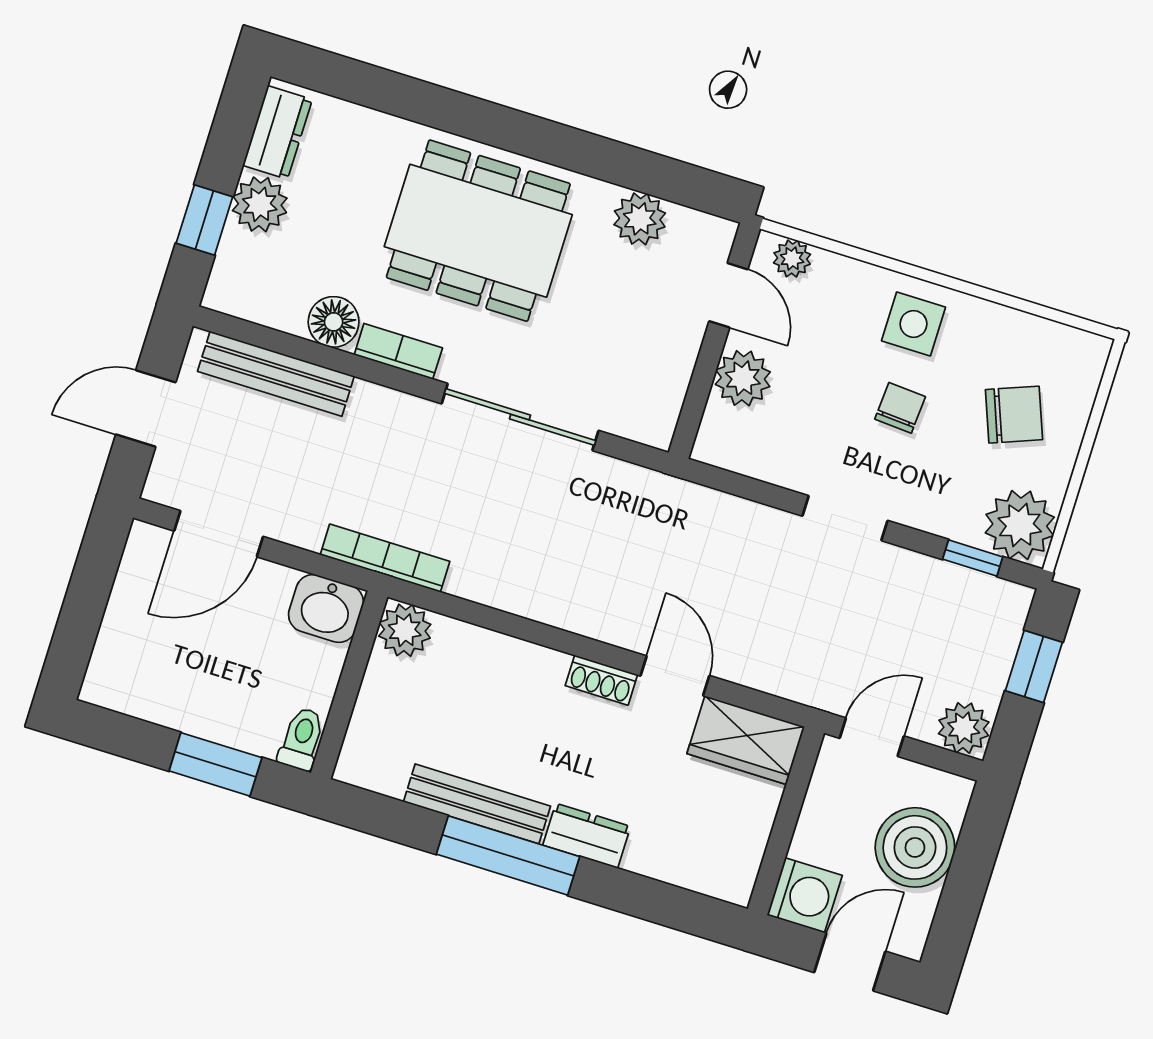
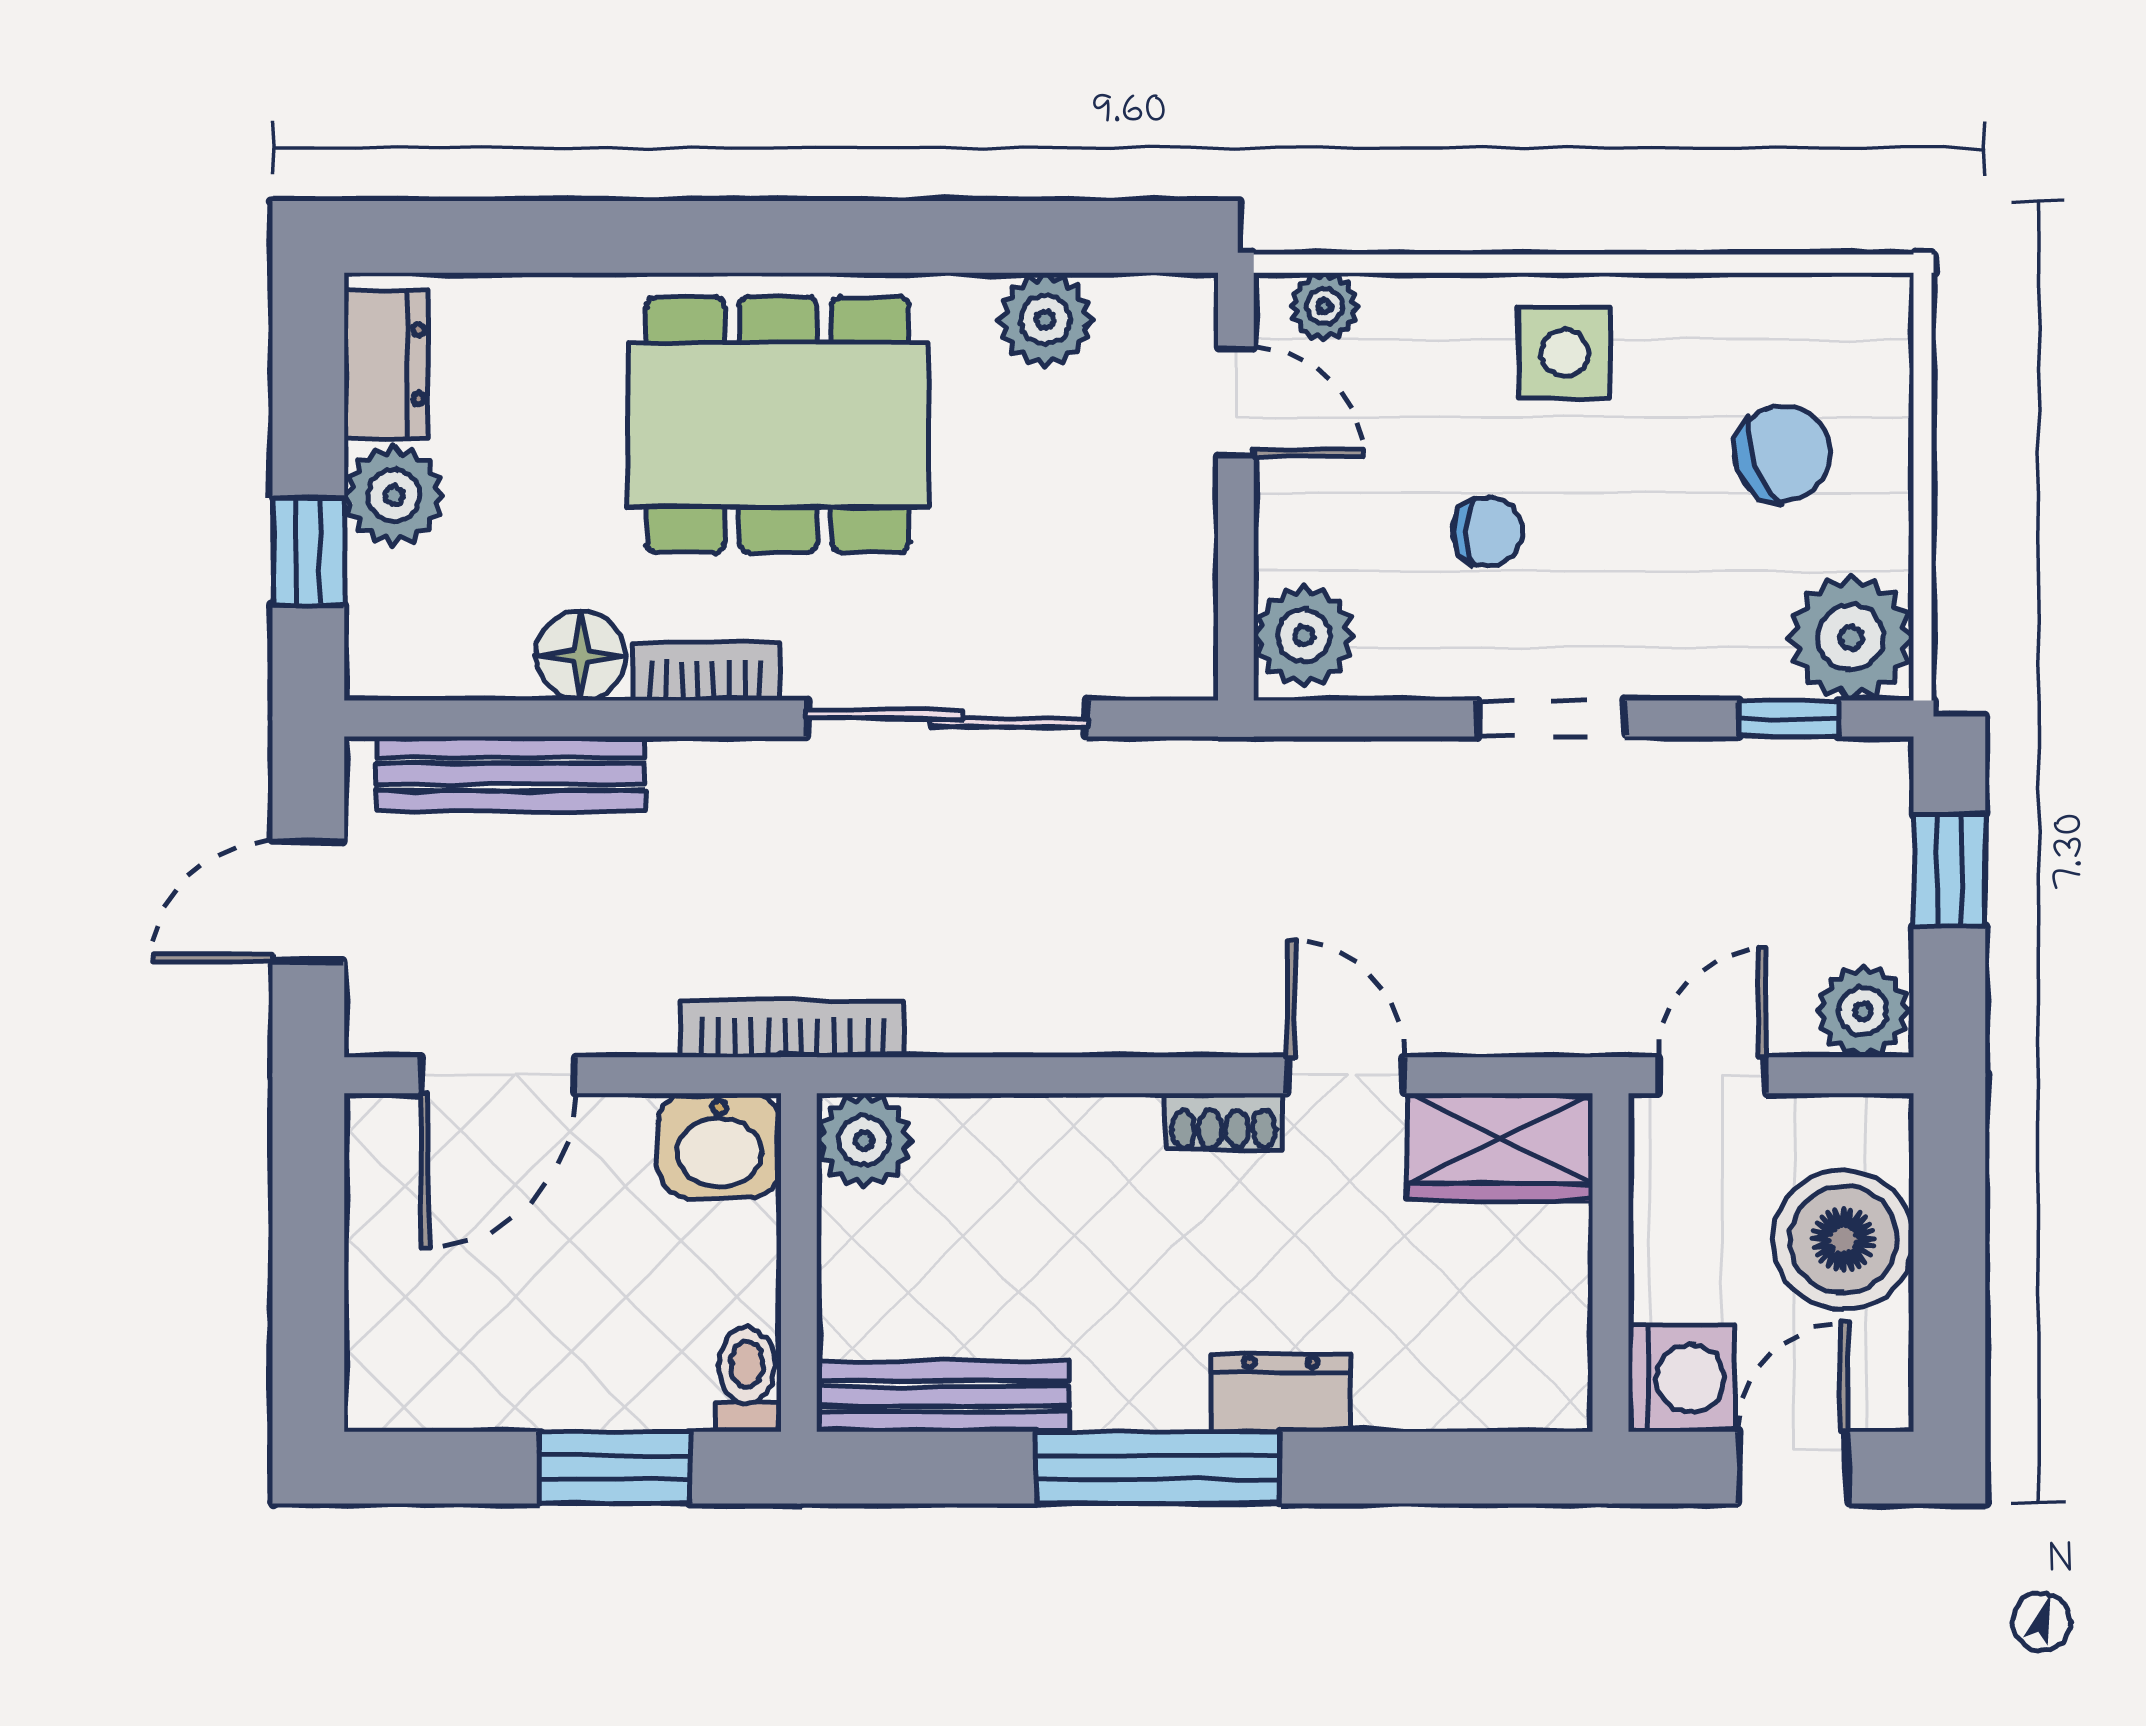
plant: (743, 378) -> (1304, 636), moved
chair: (900, 408) -> (1488, 532), moved, turned 86
bench: (477, 804) -> (943, 1397), moved

